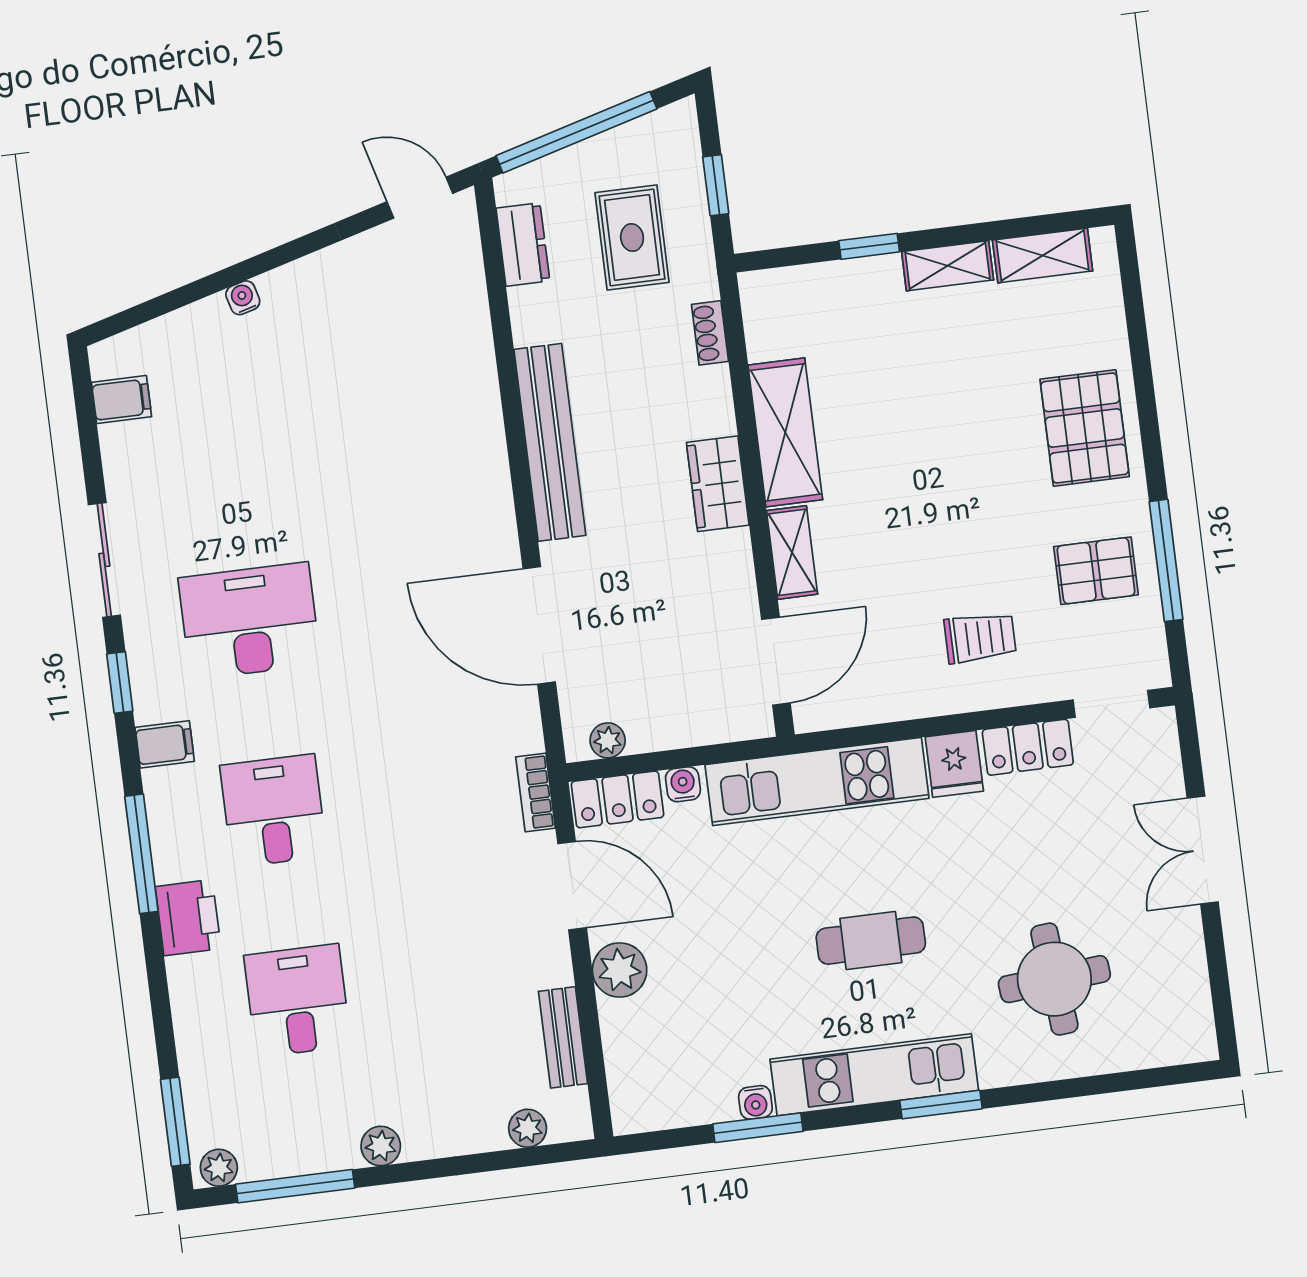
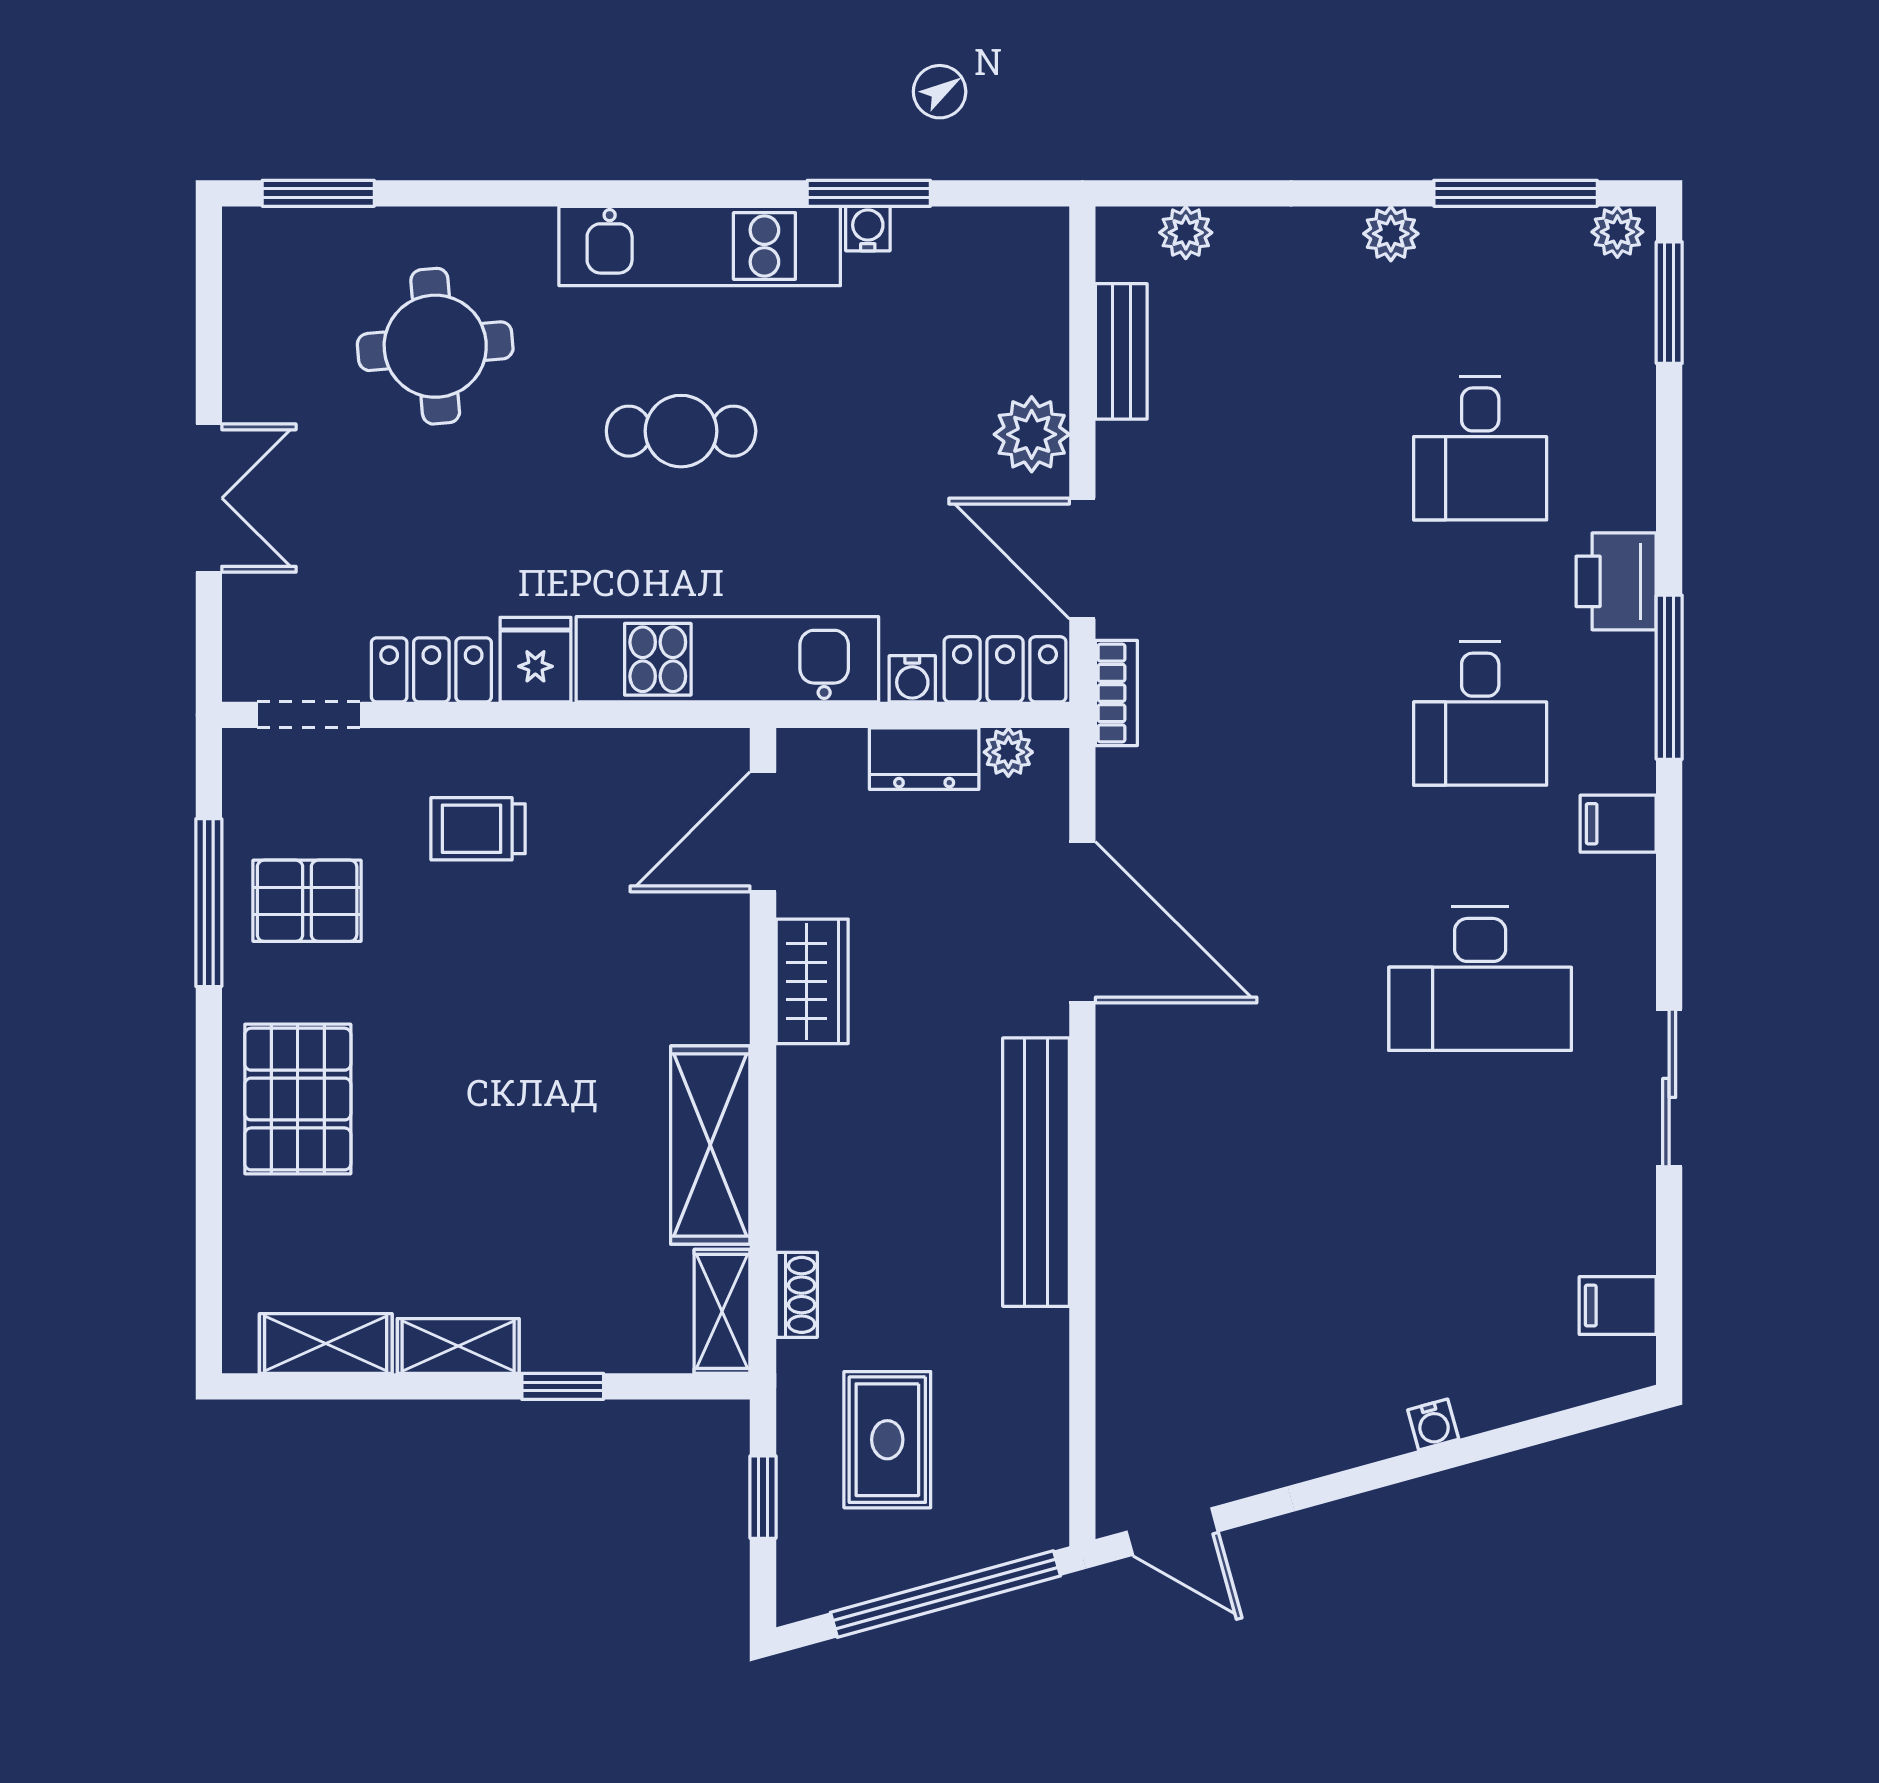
dresser: (523, 244) -> (924, 759), moved, turned -90
wardrobe: (718, 484) -> (812, 981), moved
shelving: (792, 552) -> (722, 1311), moved
window: (120, 682) -> (1669, 917), removed
window: (941, 1105) -> (318, 193), moved

